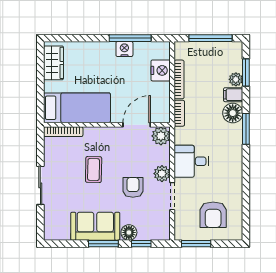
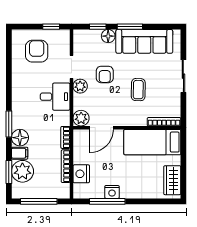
plant: (236, 79) -> (22, 171), width x1.88, depth x1.88
sofa: (95, 226) -> (144, 41), width x1.36
window: (196, 244) -> (51, 27), width x0.67

